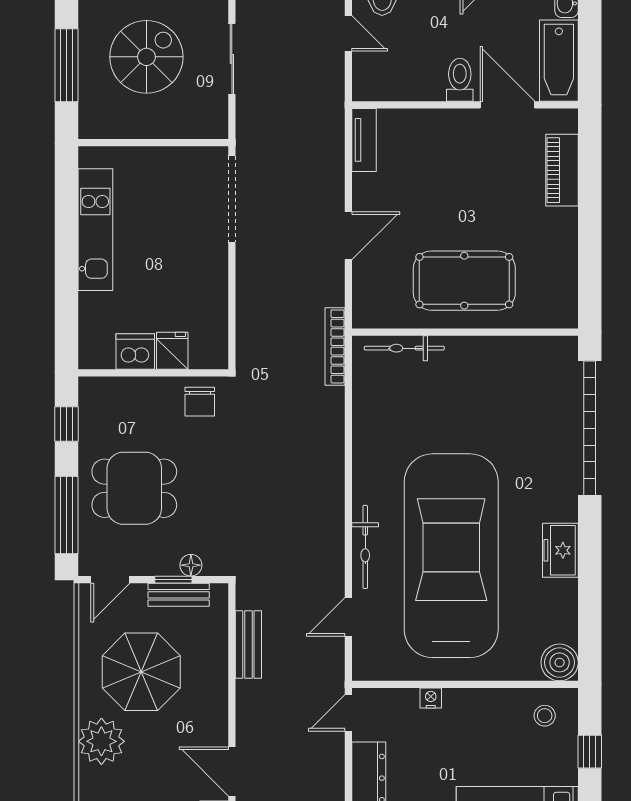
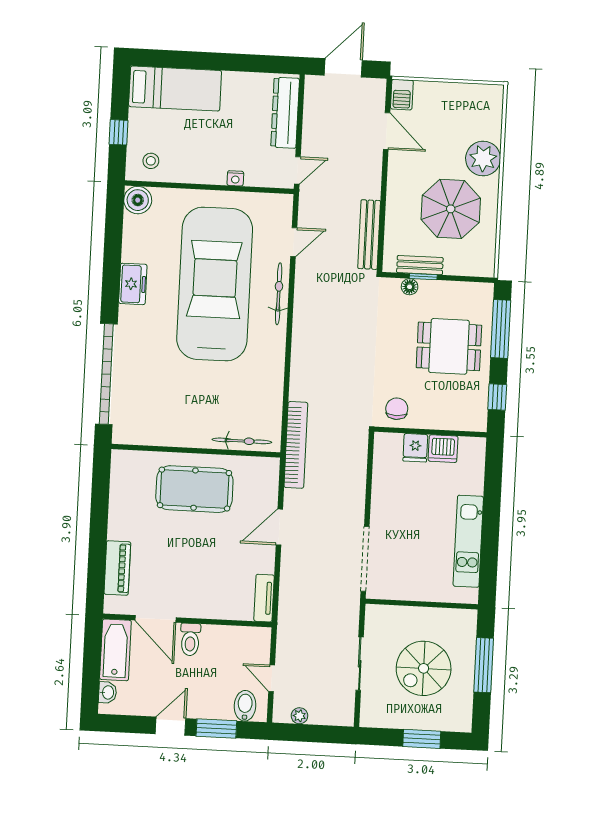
bookcase: (335, 346) -> (296, 445), width x1.48, depth x1.31
car: (451, 556) -> (215, 284), turned 180
door: (110, 580) -> (470, 279), removed
bench: (248, 644) -> (369, 235), width x1.36

